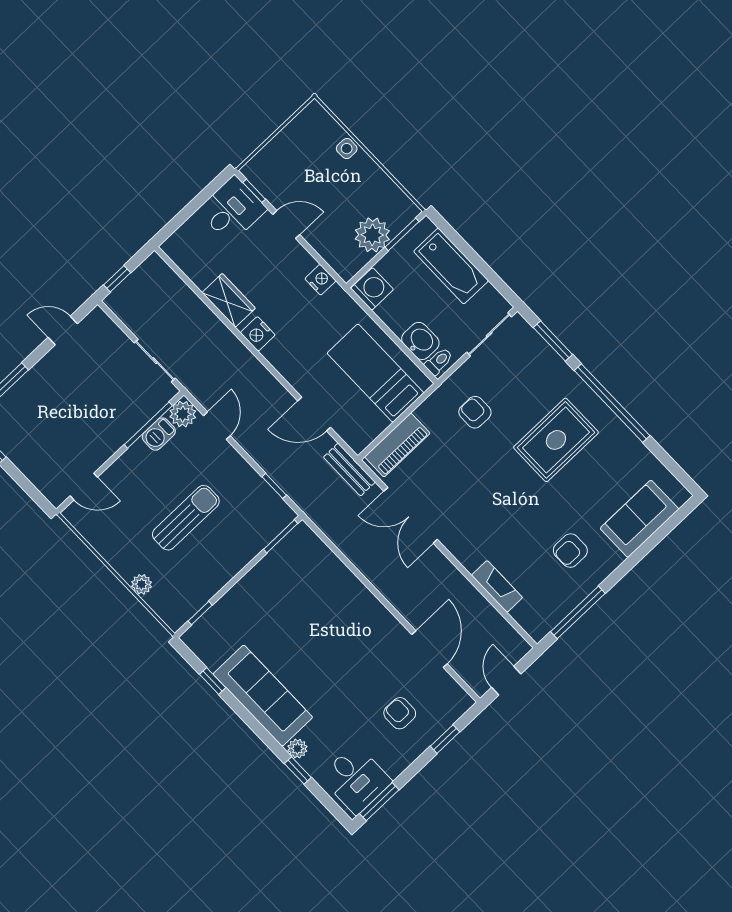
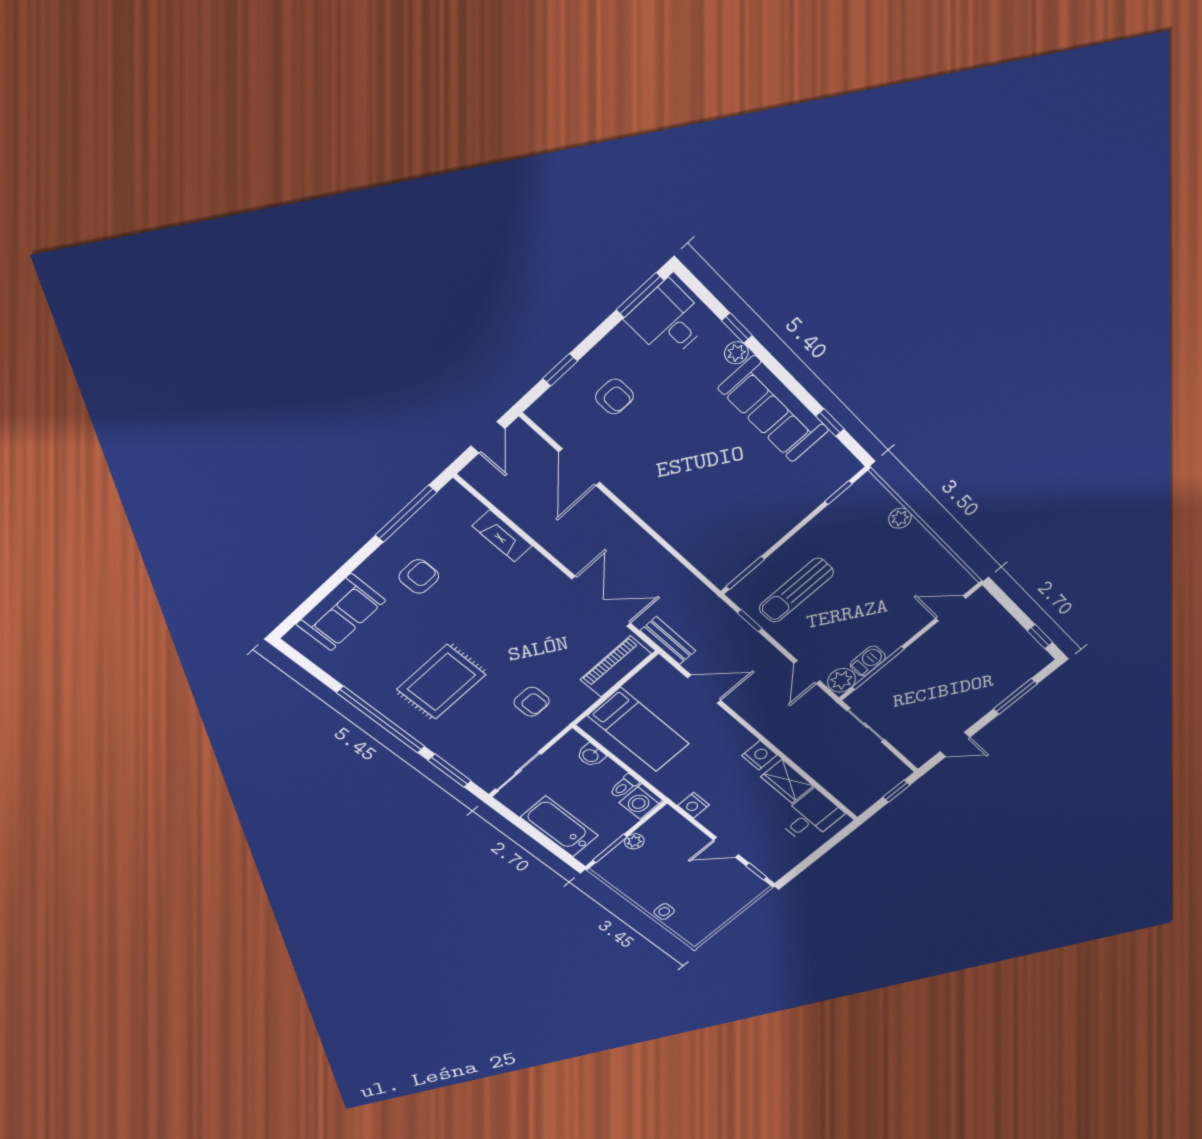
desk: (232, 210) -> (810, 816), moved, turned 180
plant: (372, 235) -> (634, 841), width x0.53, depth x0.53
washbasin: (420, 341) -> (591, 755), width x0.72, depth x0.69
toilet: (439, 361) -> (624, 786), moved
sun lounger: (186, 518) -> (796, 590), moved

